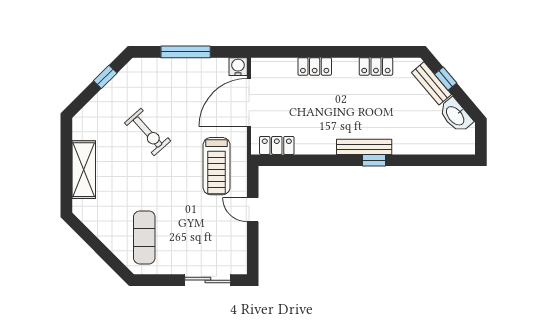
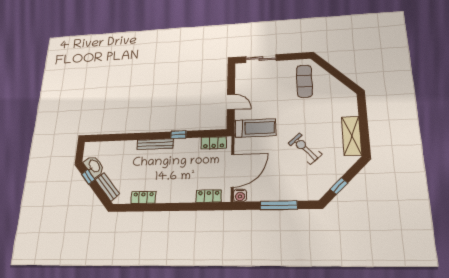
locker: (315, 66) -> (209, 196), moved
window: (446, 79) -> (88, 177), moved
window: (374, 160) -> (178, 135), moved
treadmill: (217, 166) -> (255, 128), turned 90
shelving: (84, 170) -> (352, 136), moved

